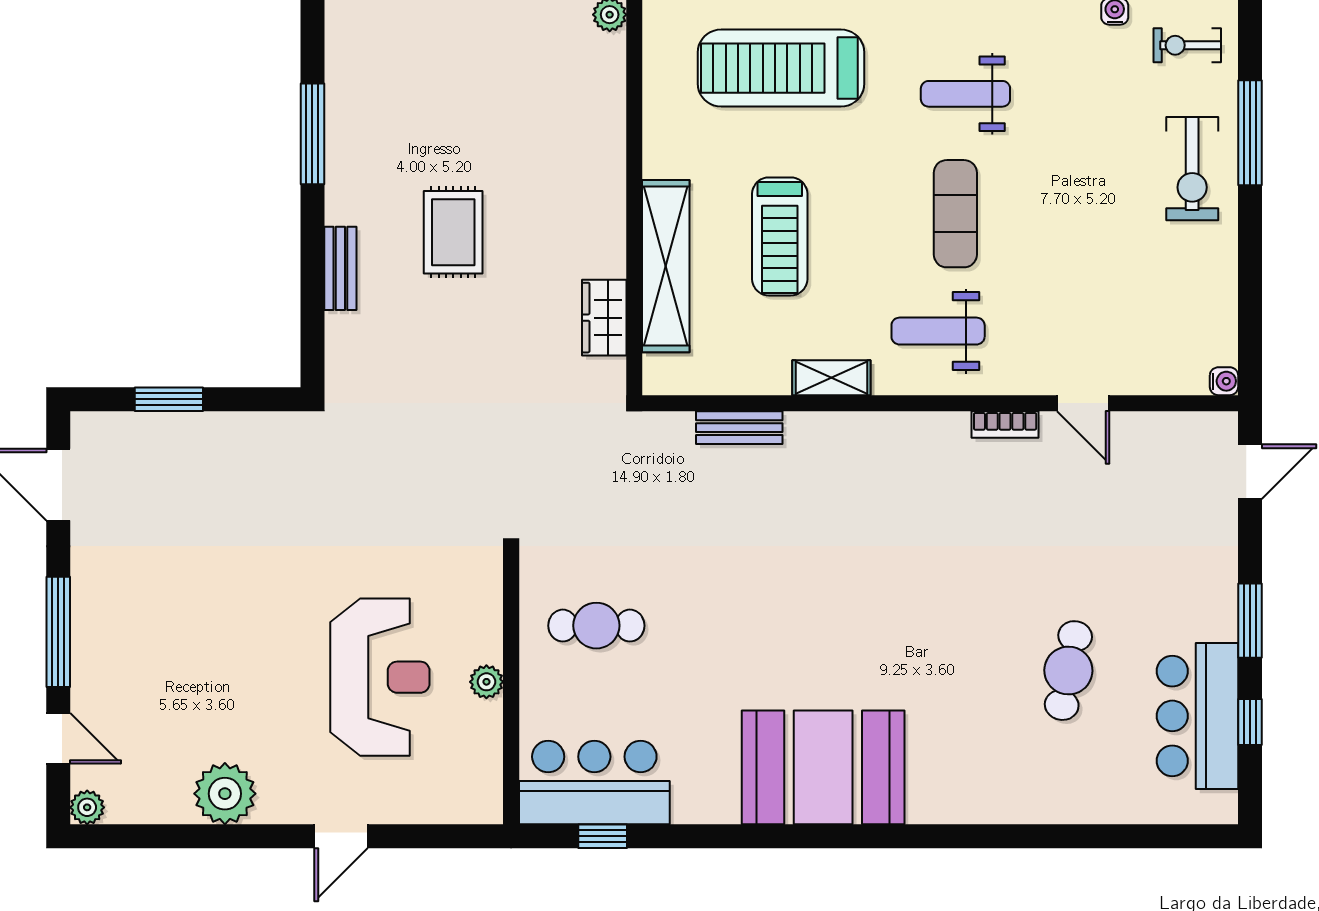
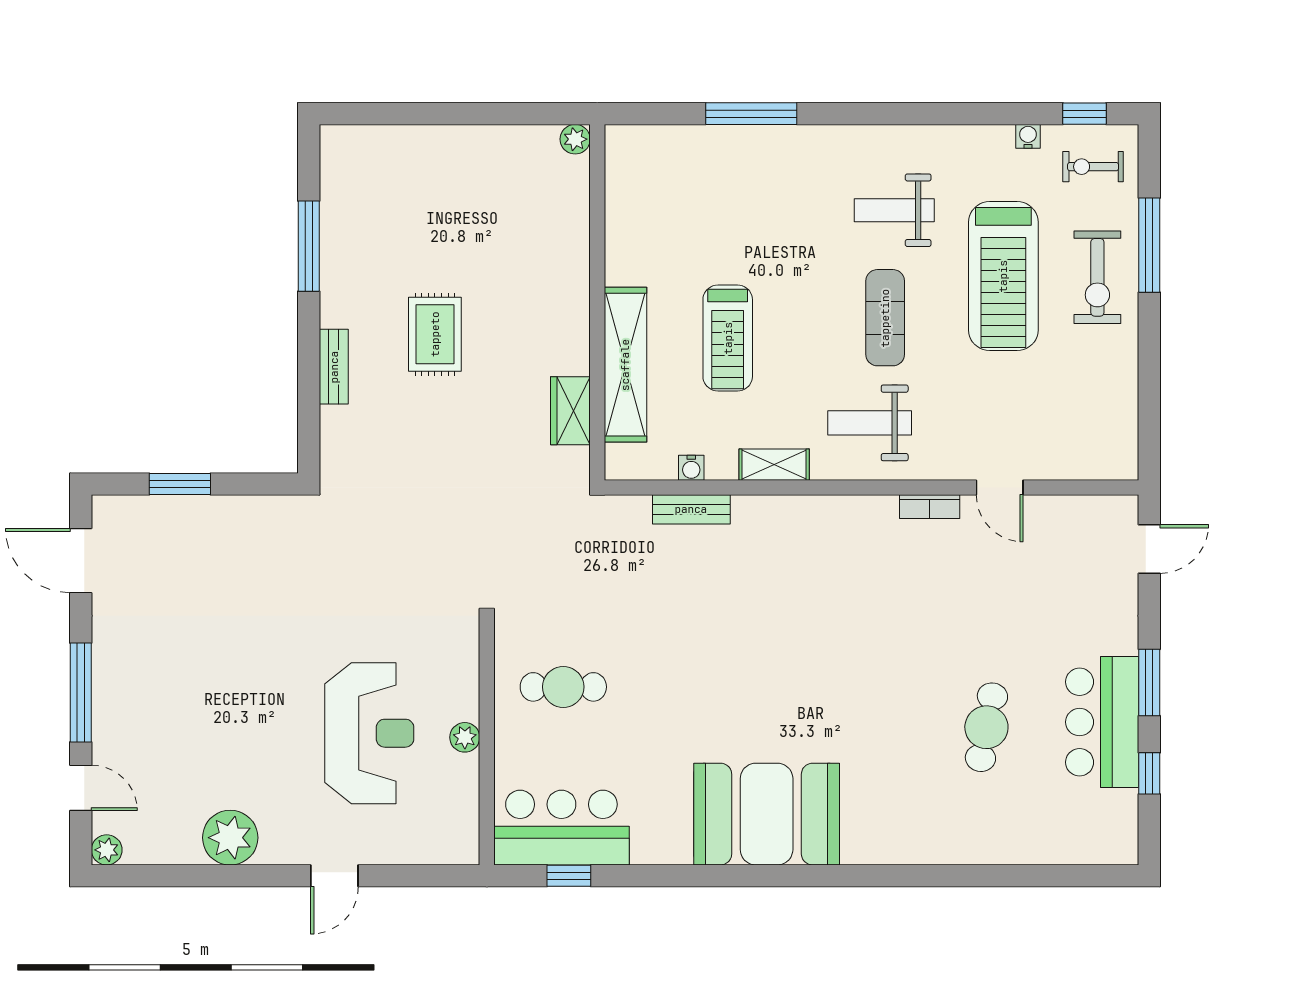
treadmill: (781, 68) -> (1003, 276), moved, turned -90
water cooler: (1224, 381) -> (691, 468), moved, turned 90
bar counter: (1197, 716) -> (1102, 722), moved

